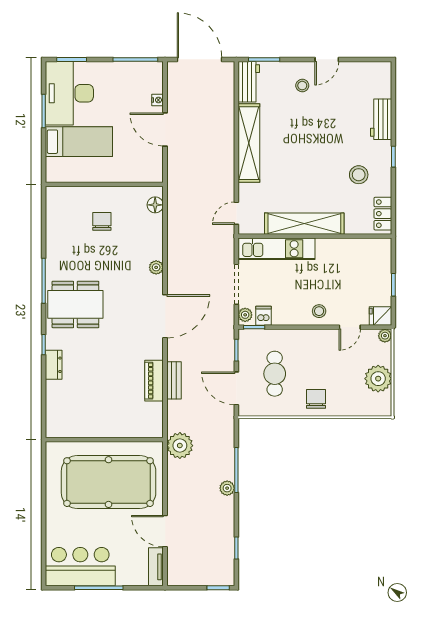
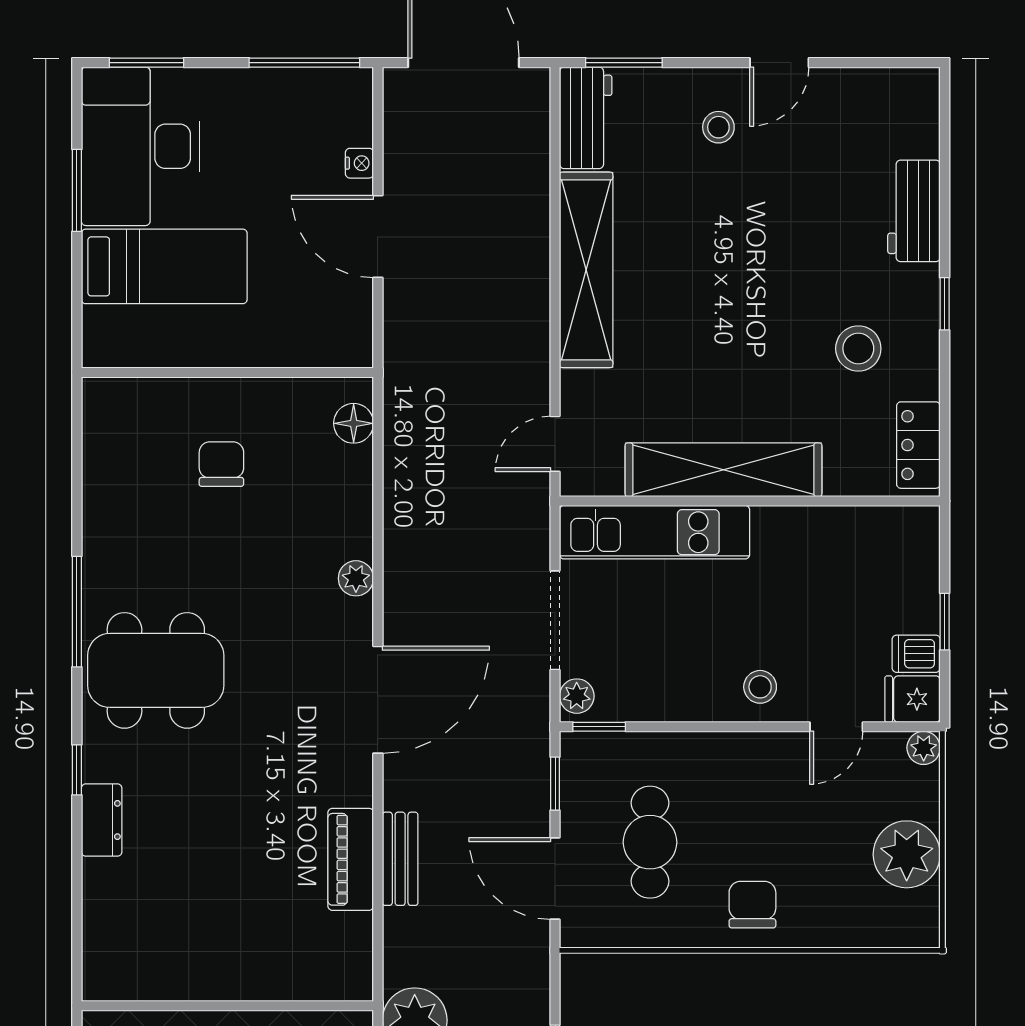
dishwasher: (264, 316) -> (916, 654), moved, turned -90

